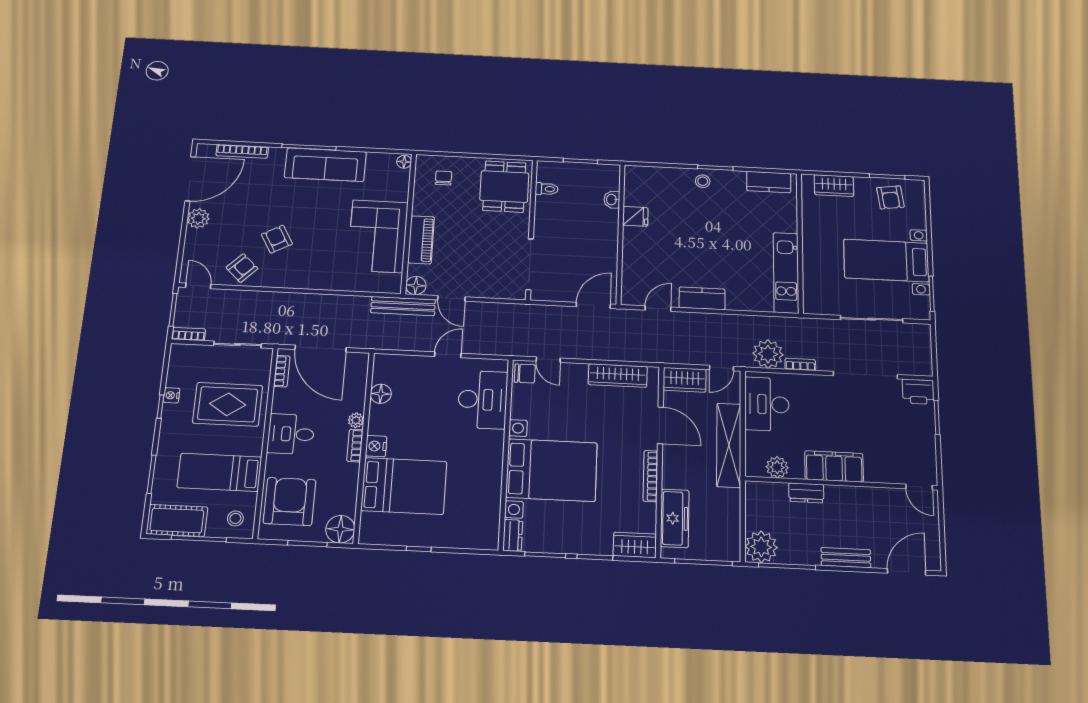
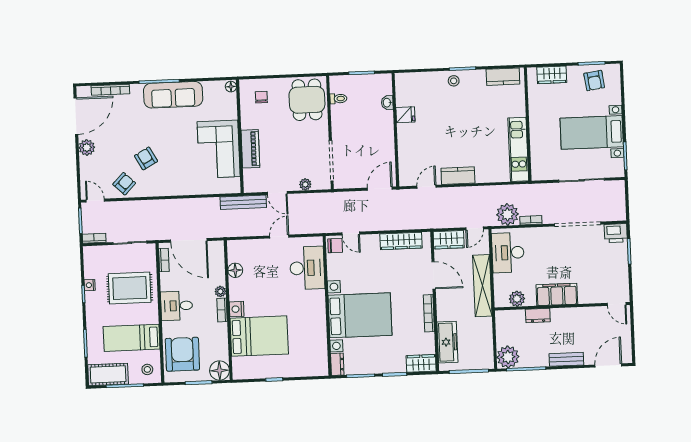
floor lamp: (416, 285) -> (251, 185), removed
plant: (491, 291) -> (305, 184), added

